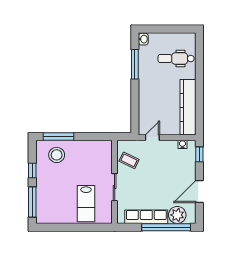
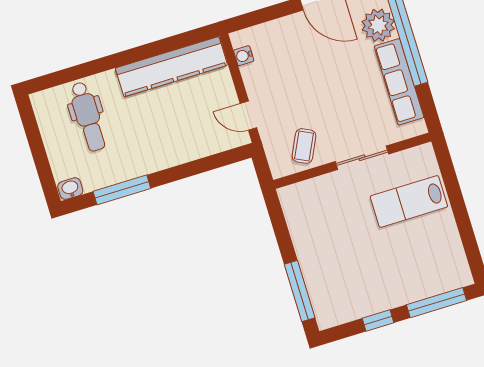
window: (199, 154) -> (253, 19), removed
stool: (57, 155) -> (335, 284), removed
lab bench: (86, 204) -> (409, 201), turned 180

